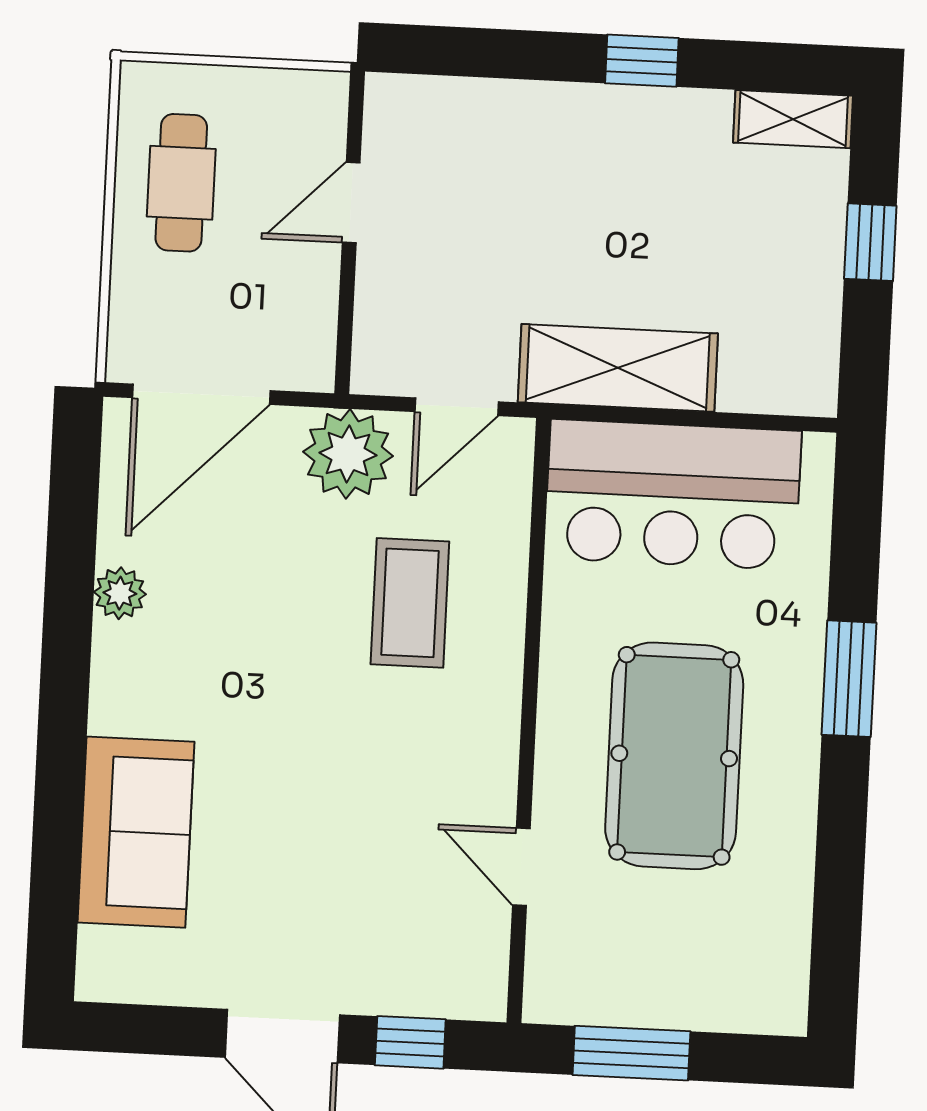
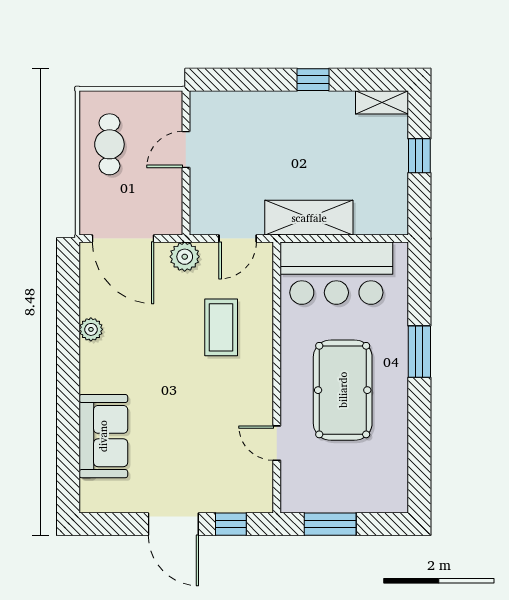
door: (201, 394) -> (123, 239), hinge flipped
plant: (348, 454) -> (185, 257), width x0.73, depth x0.73

